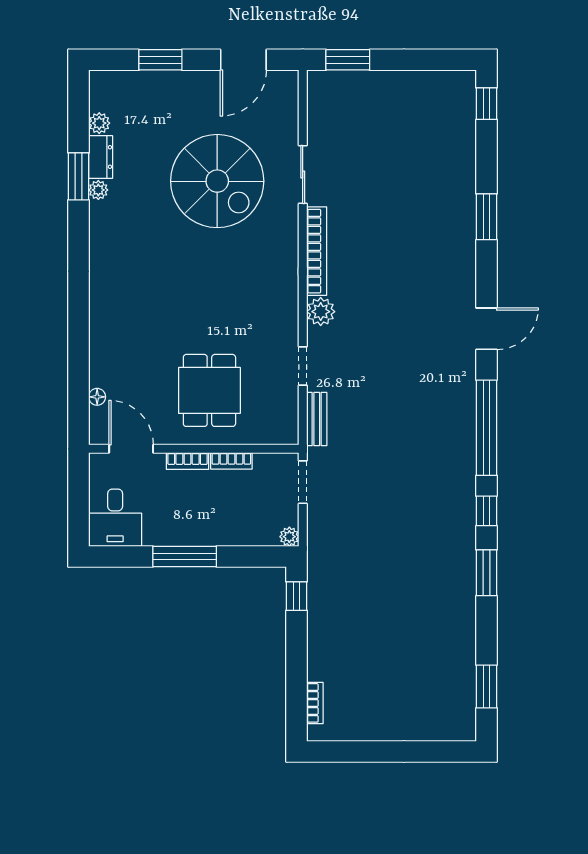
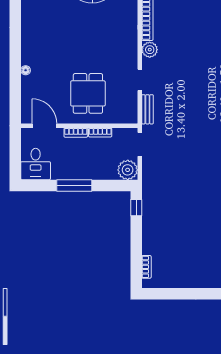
floor lamp: (97, 397) -> (26, 70), moved
plant: (289, 537) -> (128, 170), width x1.88, depth x1.88

